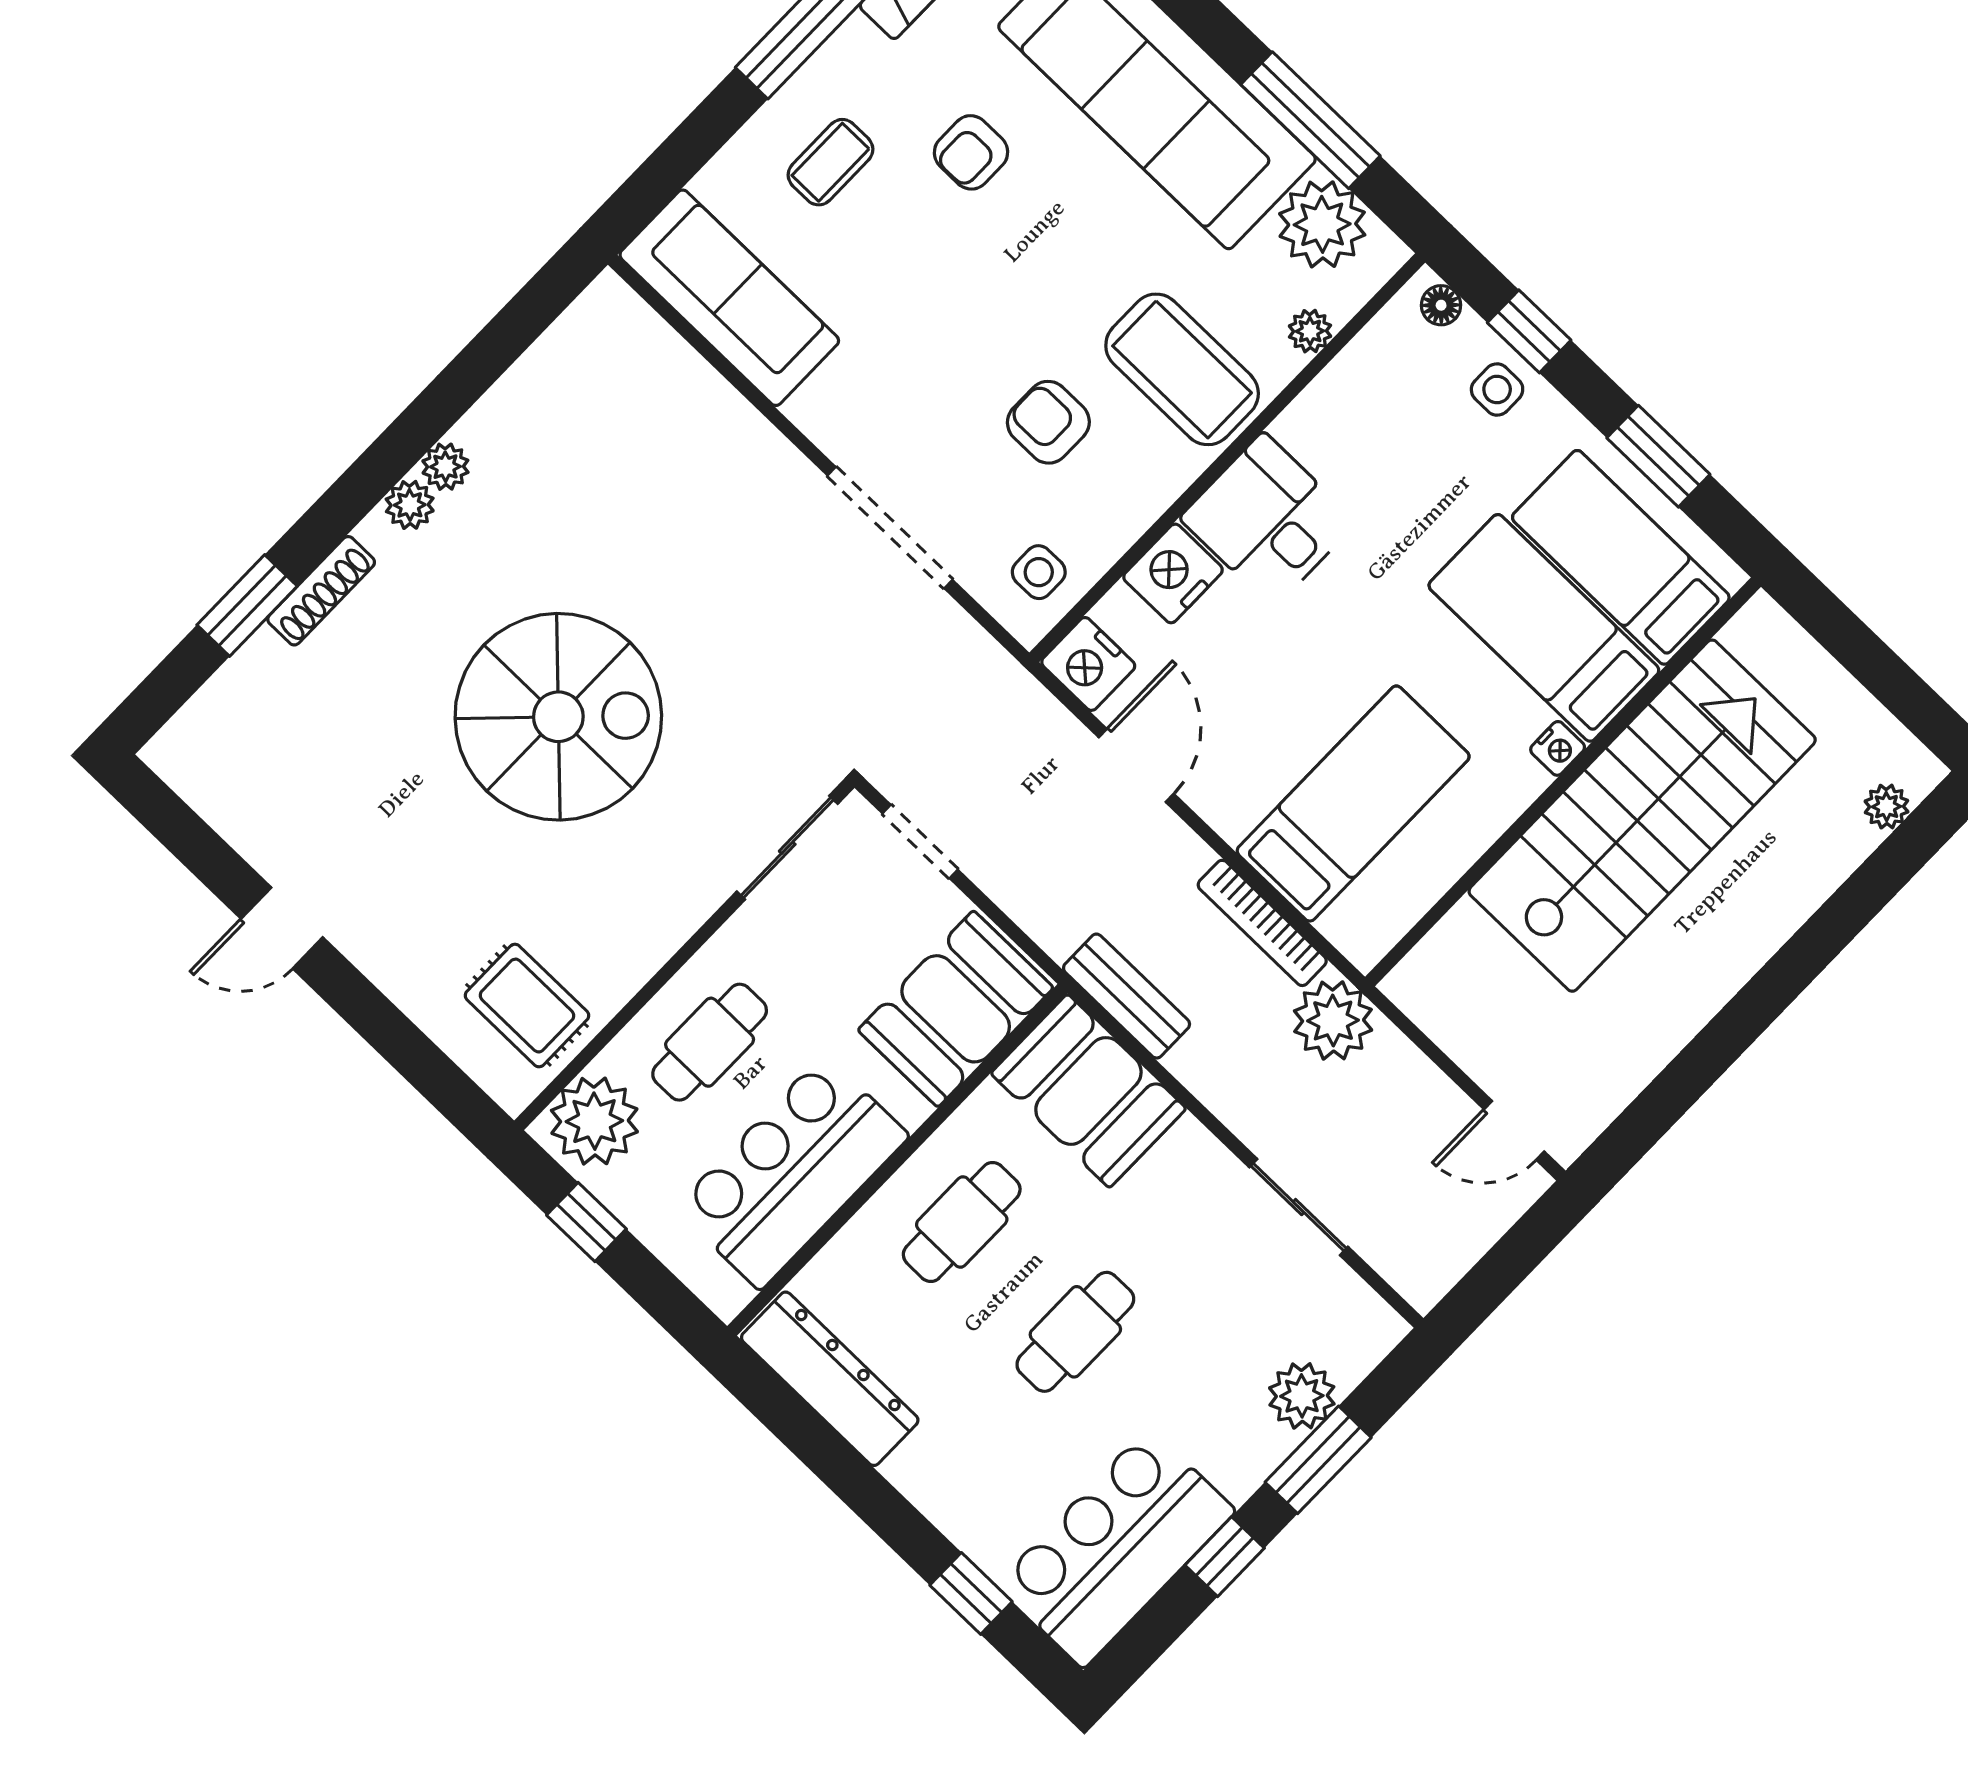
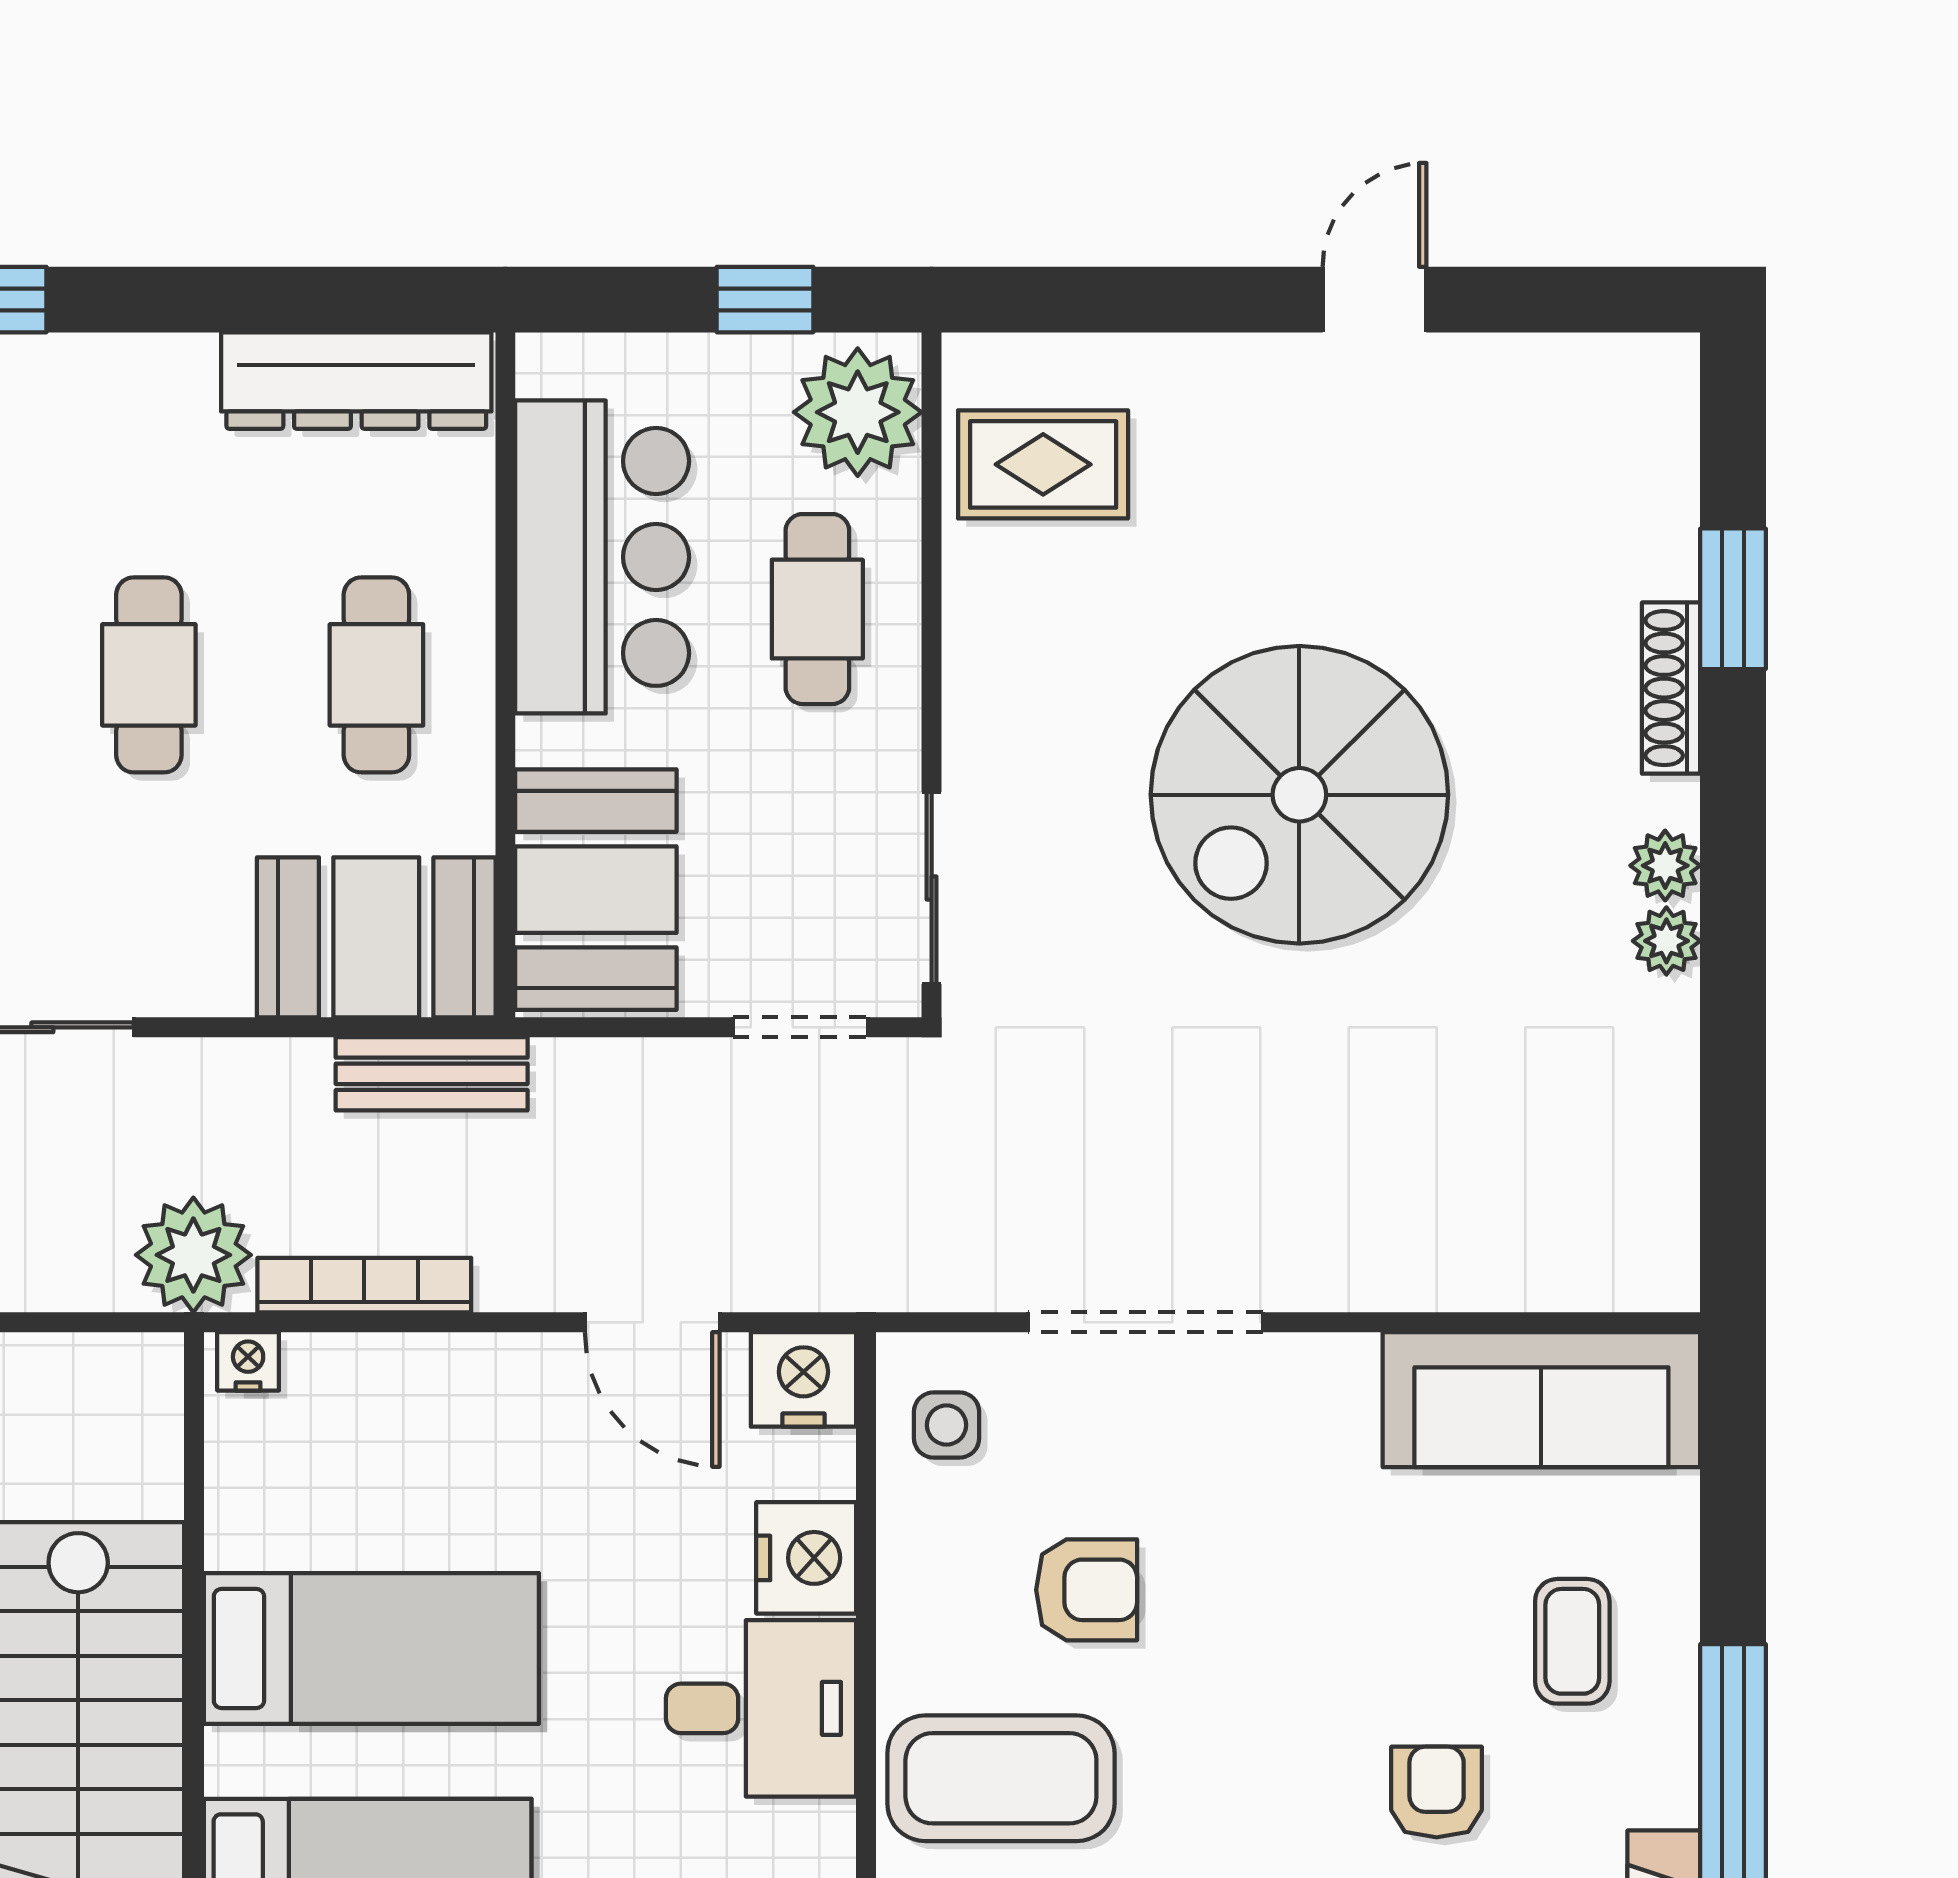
nightstand: (1558, 748) -> (248, 1361), moved, turned 90
bed: (1353, 804) -> (371, 1648), moved, turned -90

